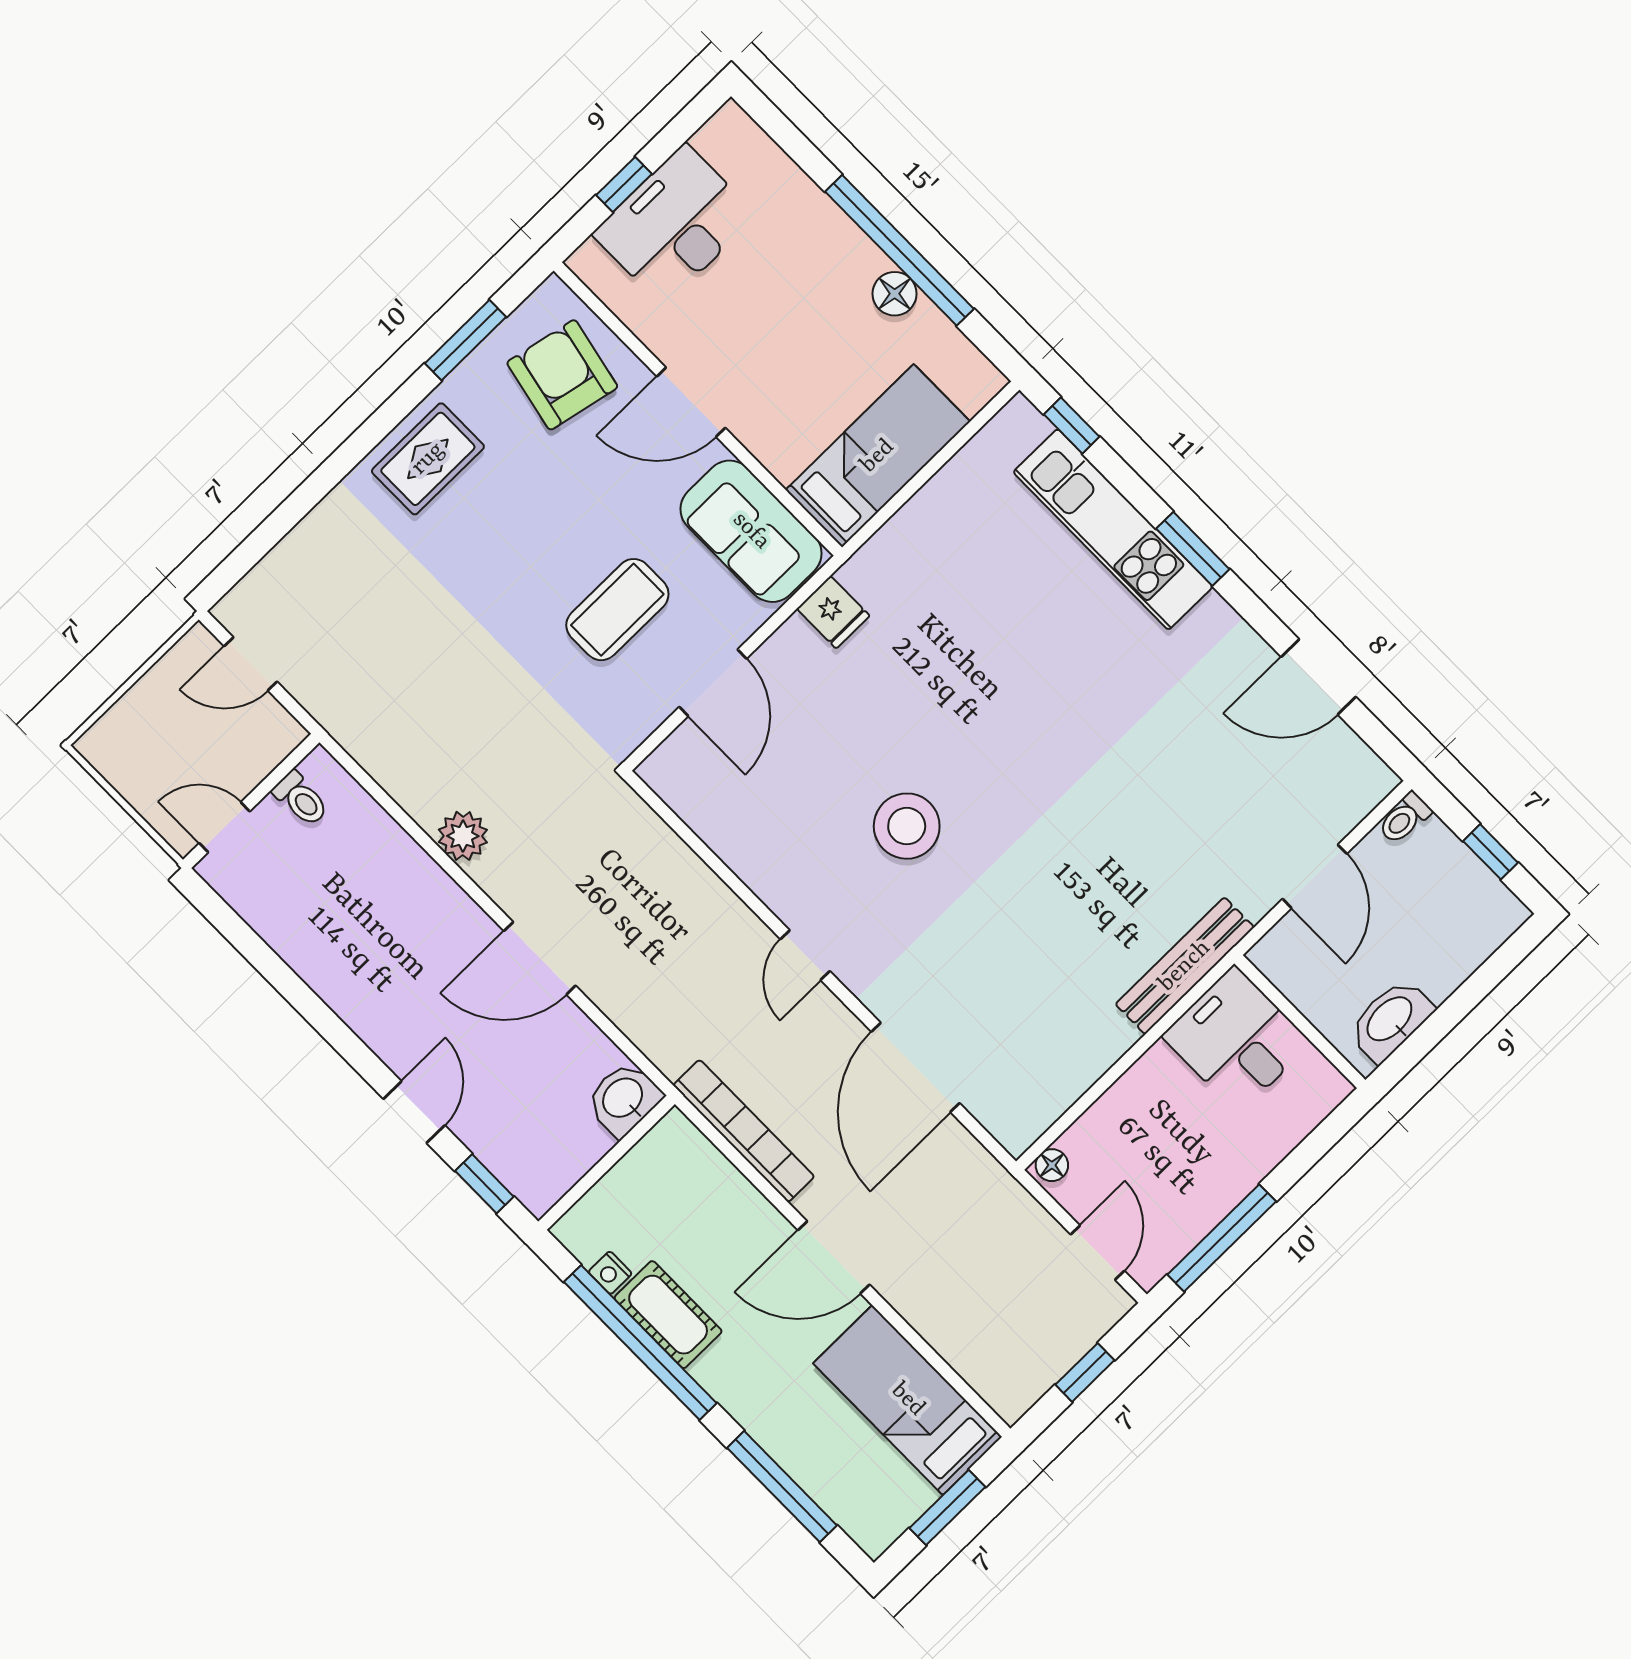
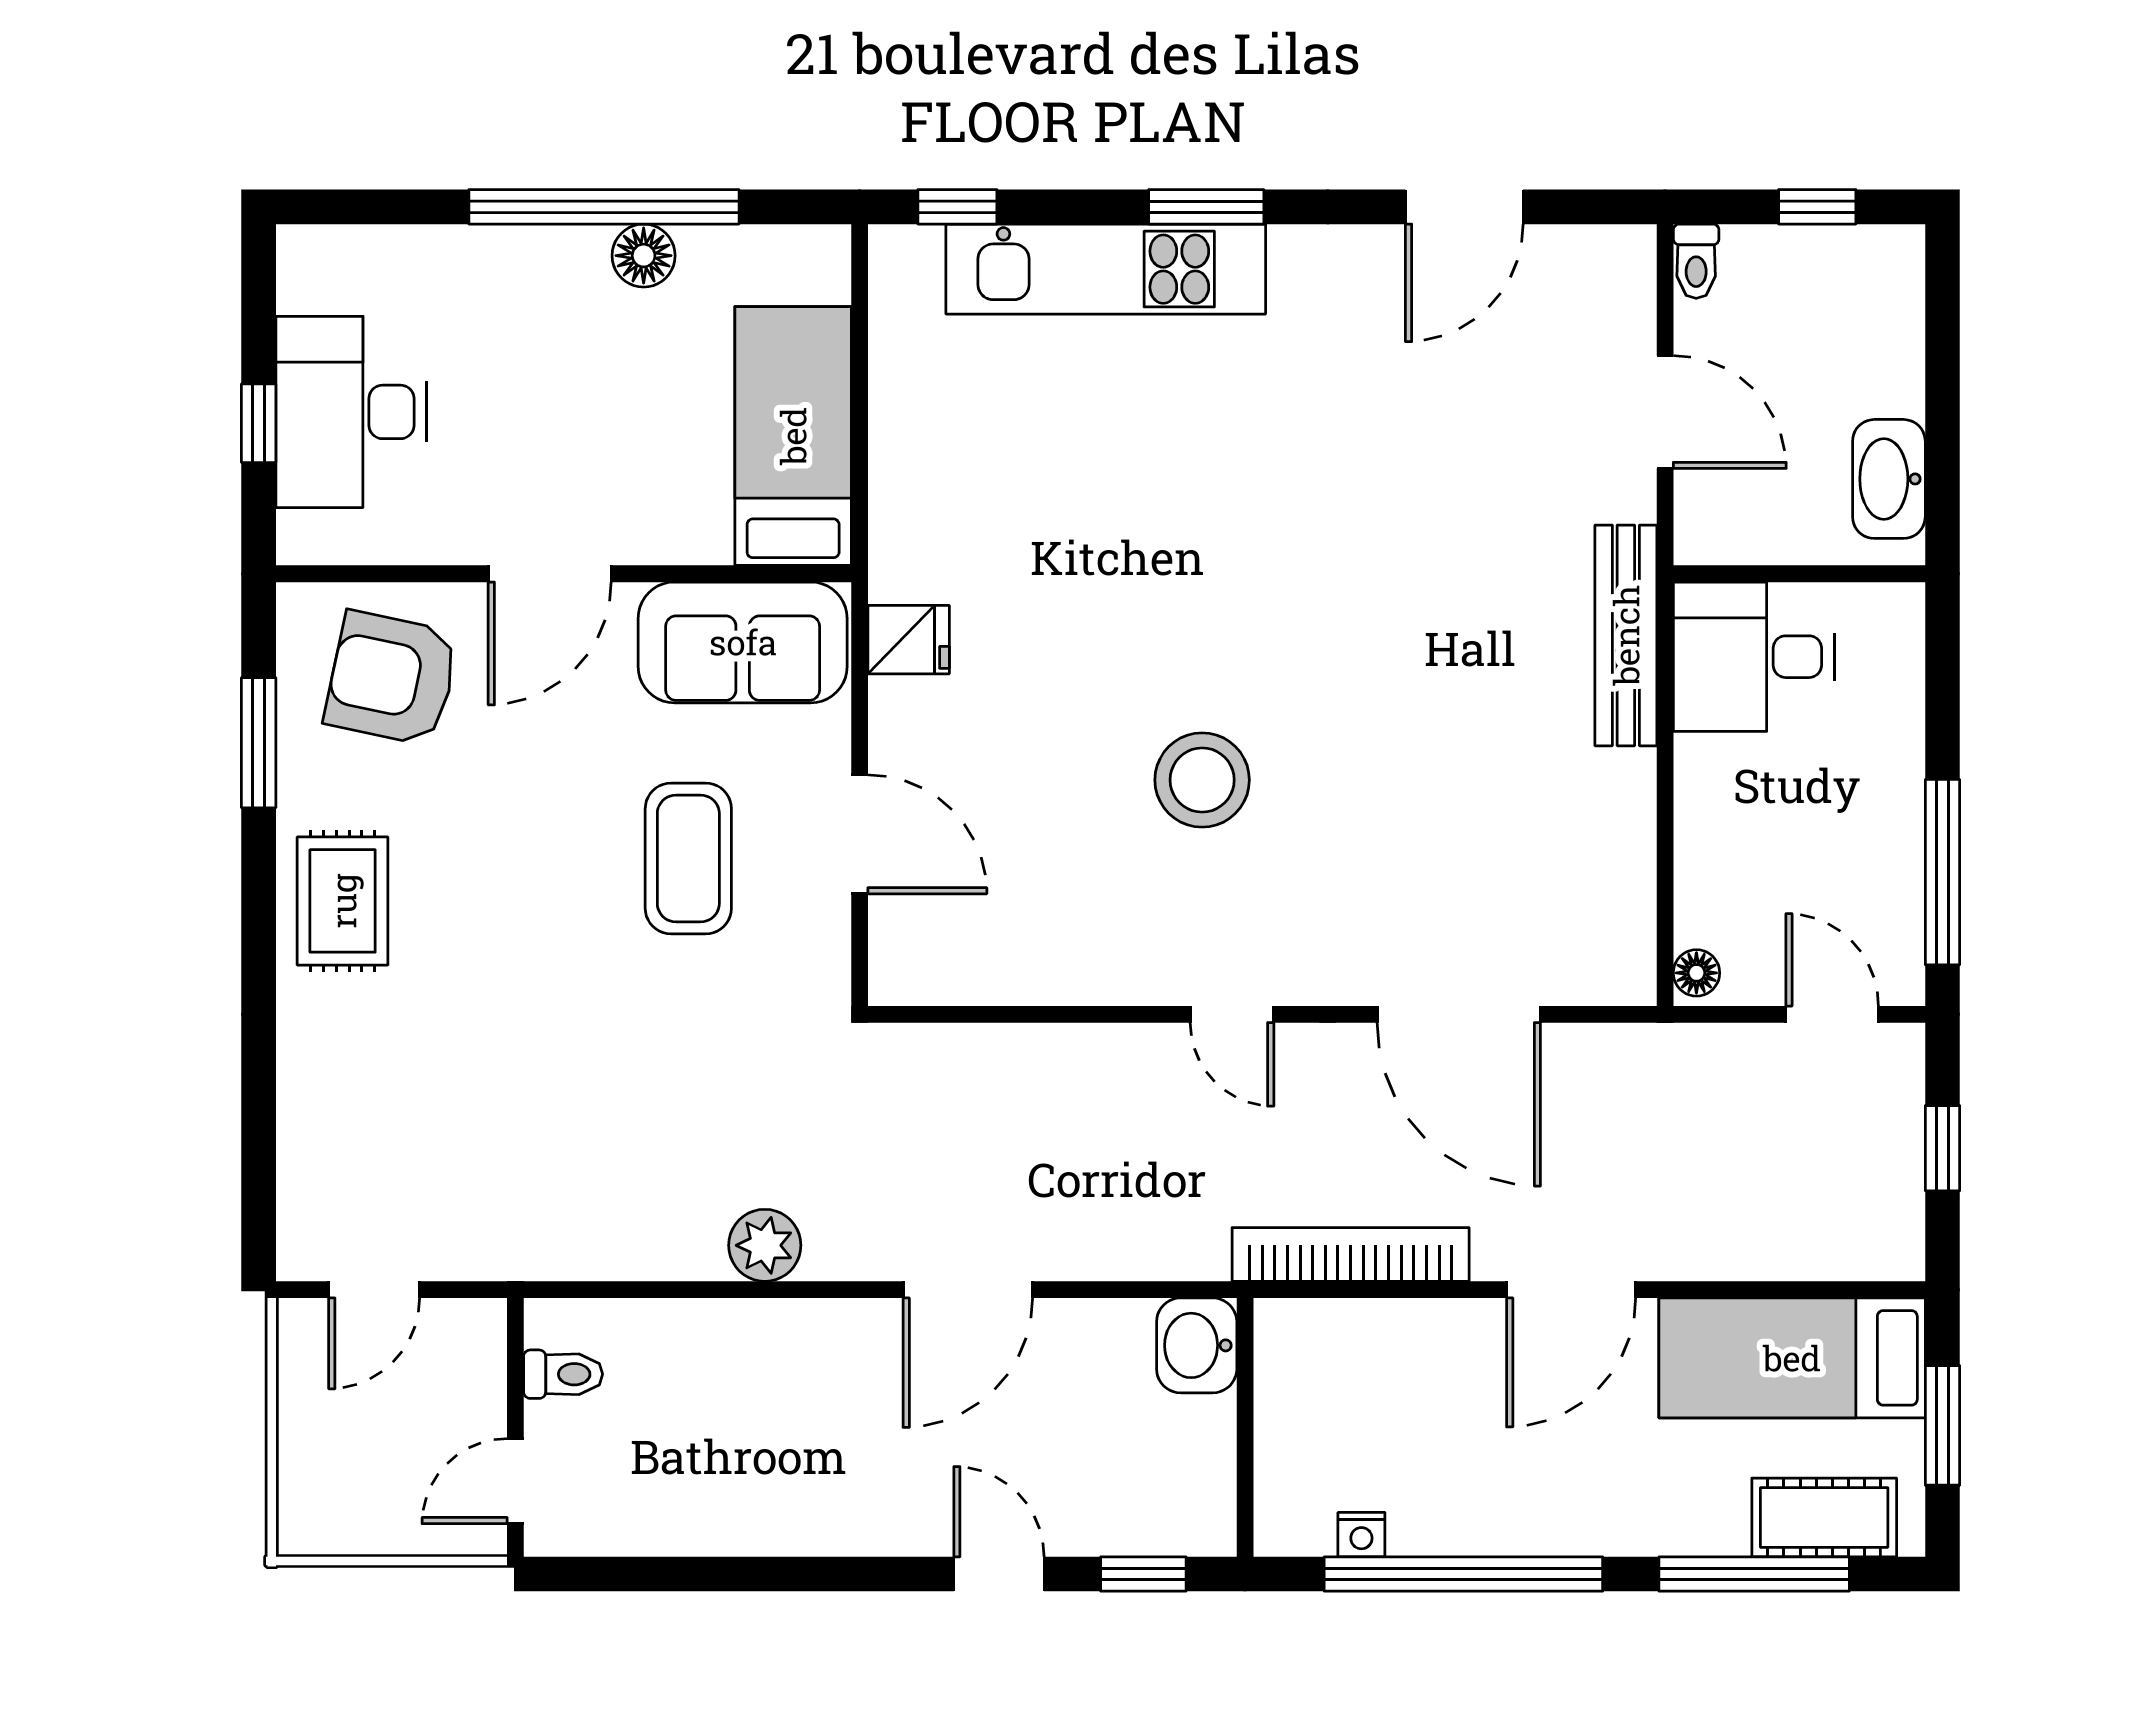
cot: (668, 1315) -> (1824, 1517), moved

